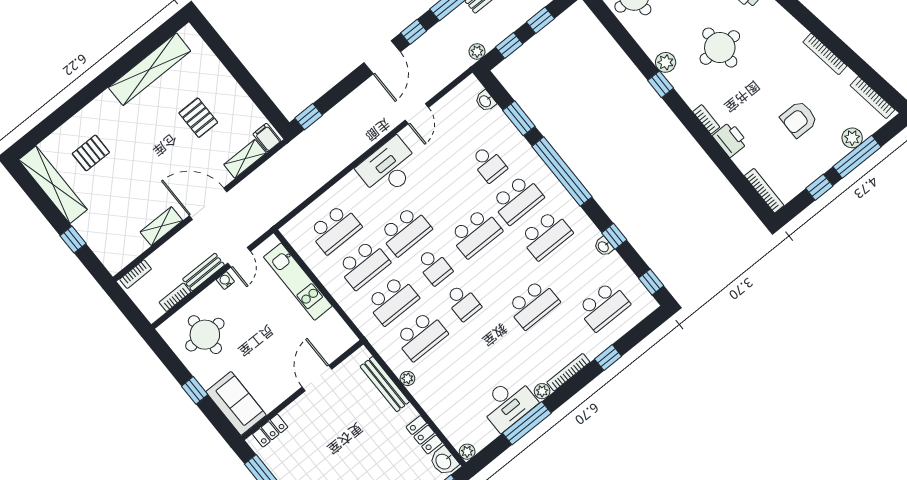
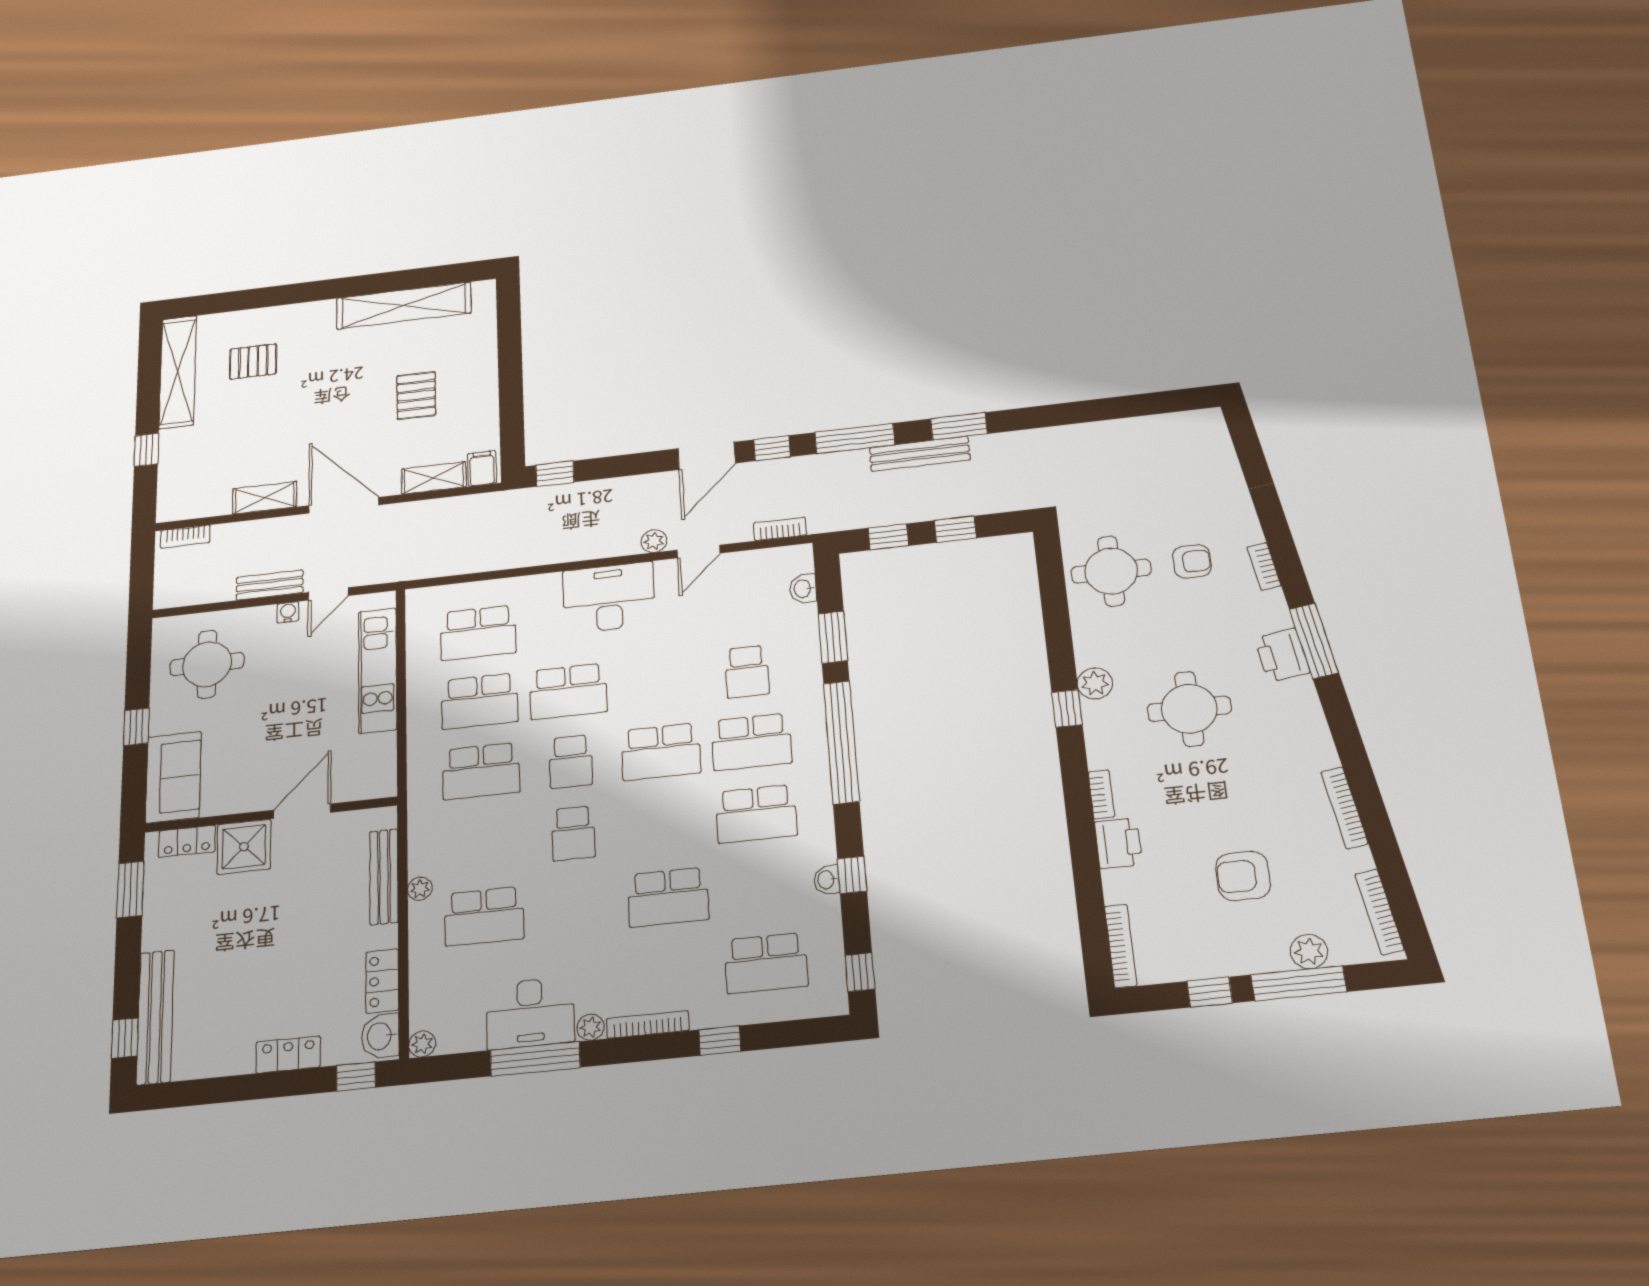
plant: (477, 52) -> (654, 541), moved
bookcase: (175, 297) -> (780, 529), moved
school desk: (421, 336) -> (484, 916), moved
shower: (302, 415) -> (244, 847), added

